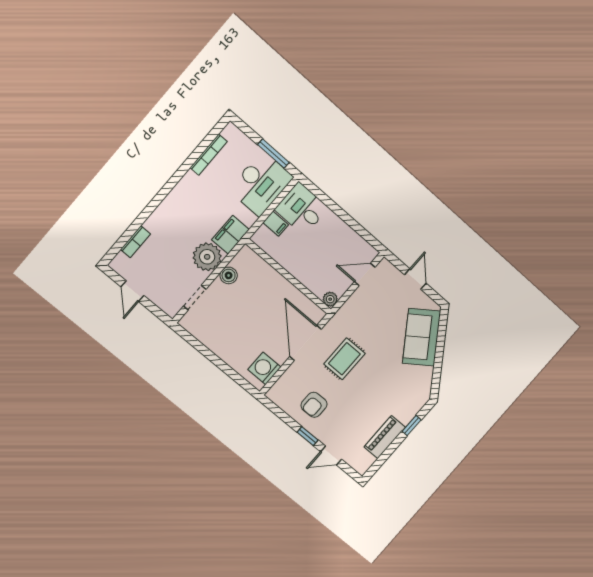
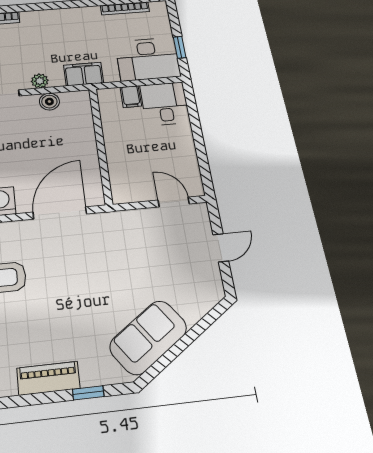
window: (273, 154) -> (180, 47), width x0.67
plant: (207, 257) -> (40, 81), width x0.53, depth x0.53
plant: (330, 299) -> (120, 195), removed
sofa: (422, 337) -> (148, 337), moved
rug: (344, 359) -> (83, 260), removed

